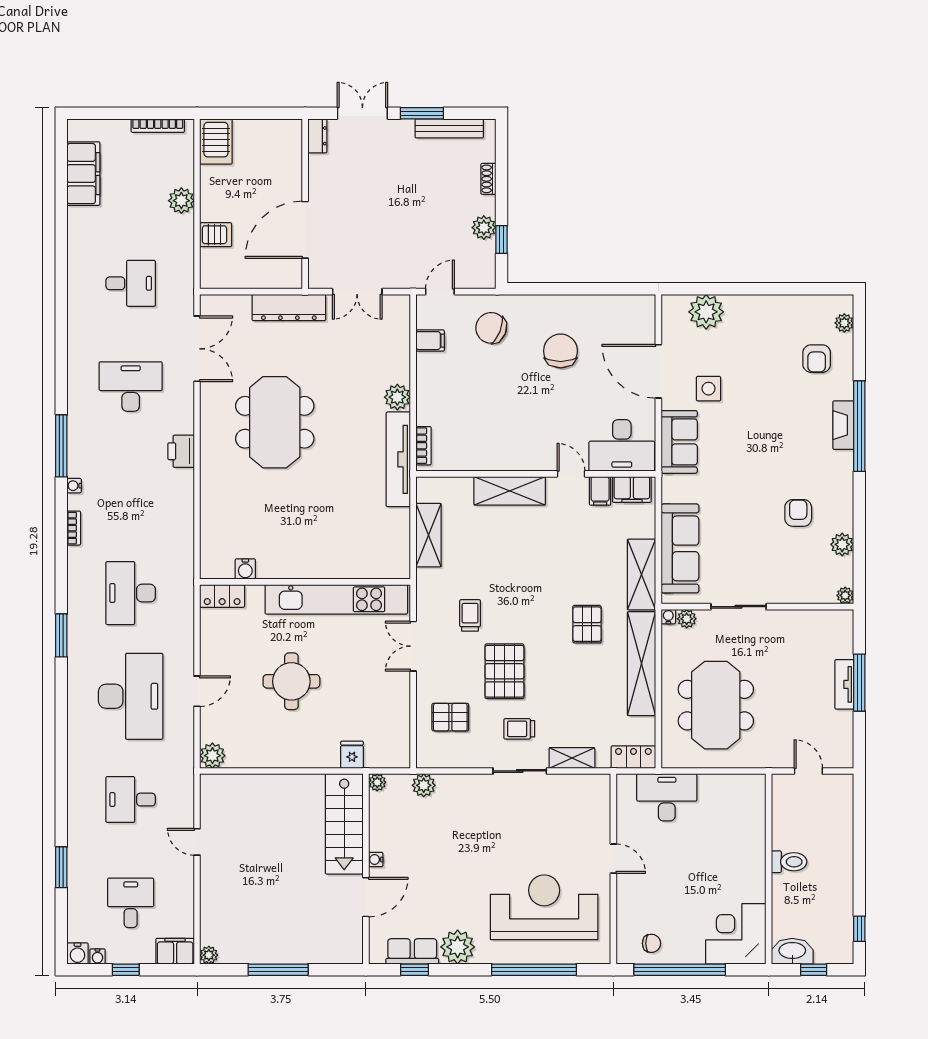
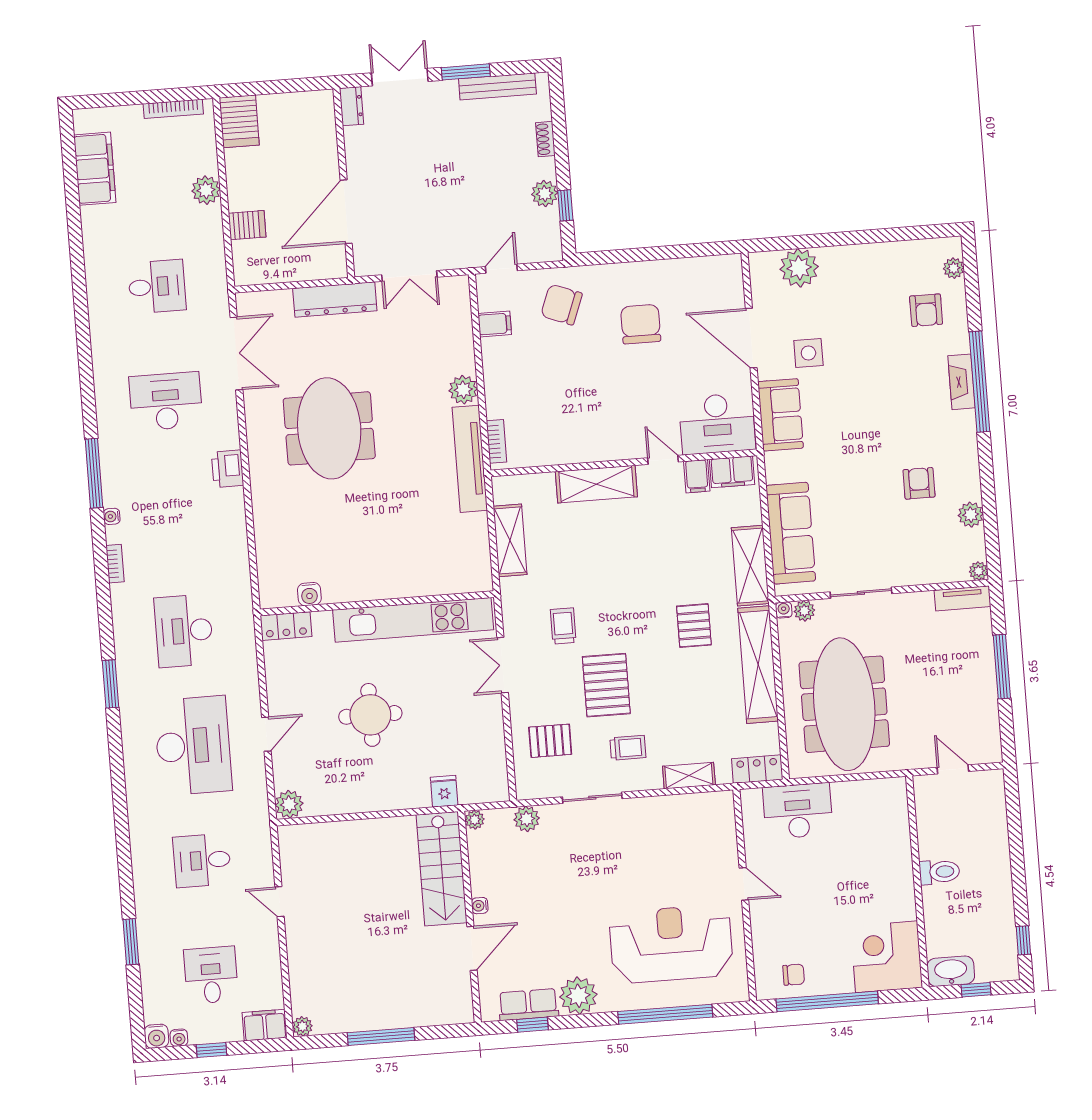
tv unit: (844, 684) -> (963, 598), moved, turned -90
meeting table: (716, 705) -> (844, 704), width x1.36
trolley: (519, 729) -> (628, 748), turned 180
sliding door: (520, 771) -> (592, 798), moved

